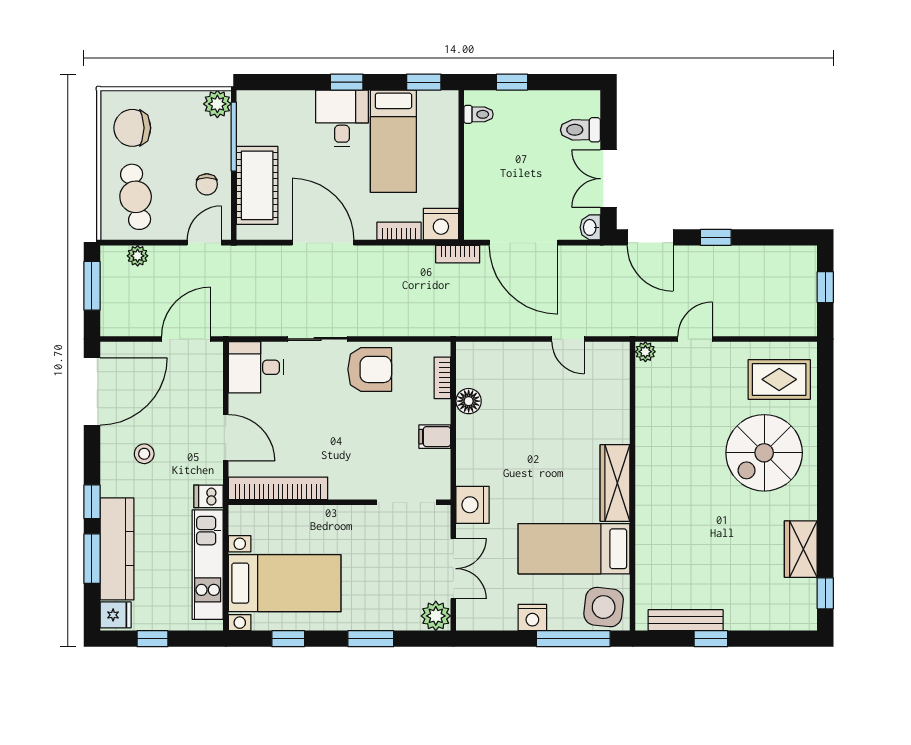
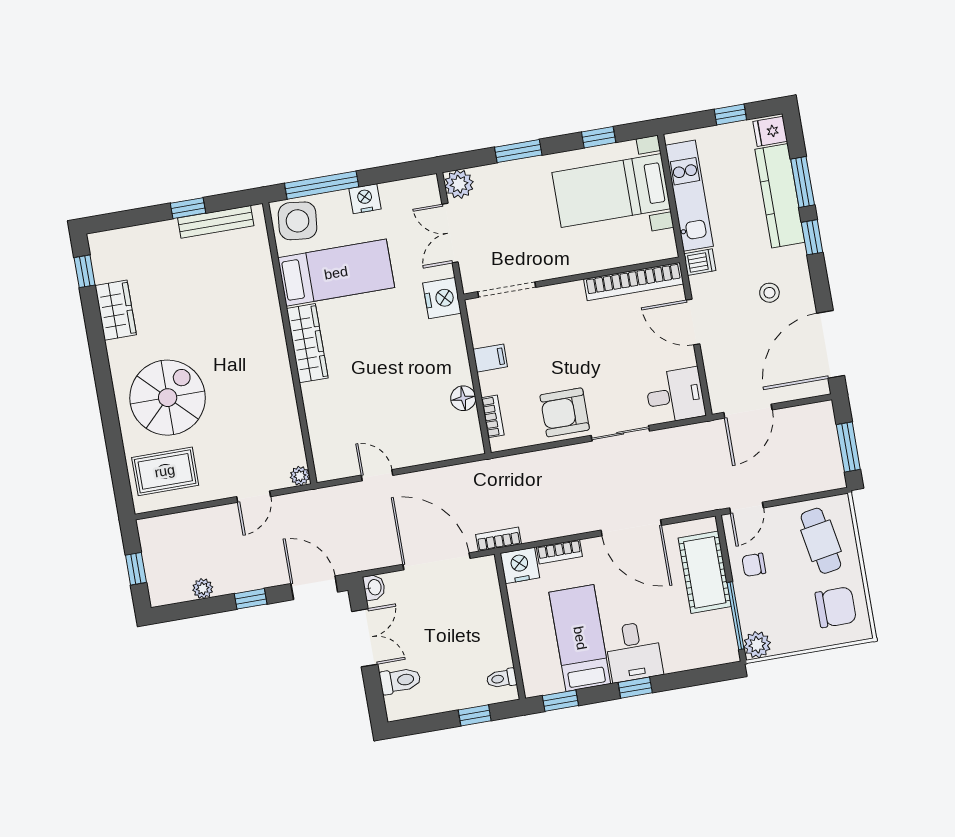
chair: (207, 184) -> (754, 565), turned -90
plant: (138, 256) -> (203, 589), moved

